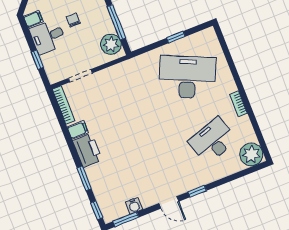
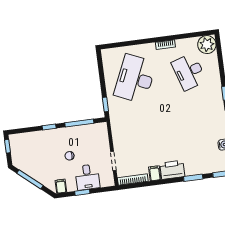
desk: (48, 37) -> (87, 177), moved
window: (176, 37) -> (105, 104), moved
plant: (111, 44) -> (95, 131), removed
window: (37, 60) -> (82, 192), moved

